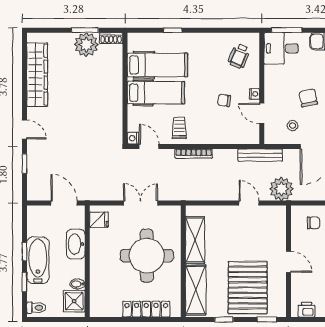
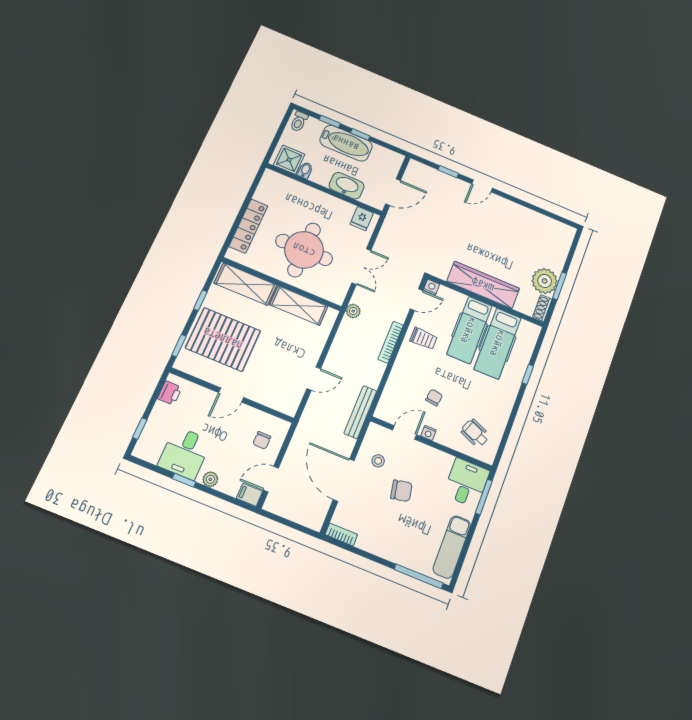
wardrobe: (37, 75) -> (483, 285), moved, turned 180
plant: (281, 189) -> (353, 311), moved, width x0.53, depth x0.53

